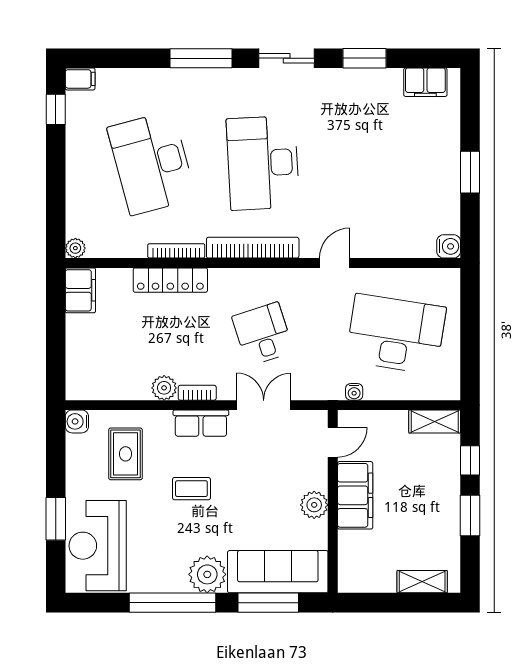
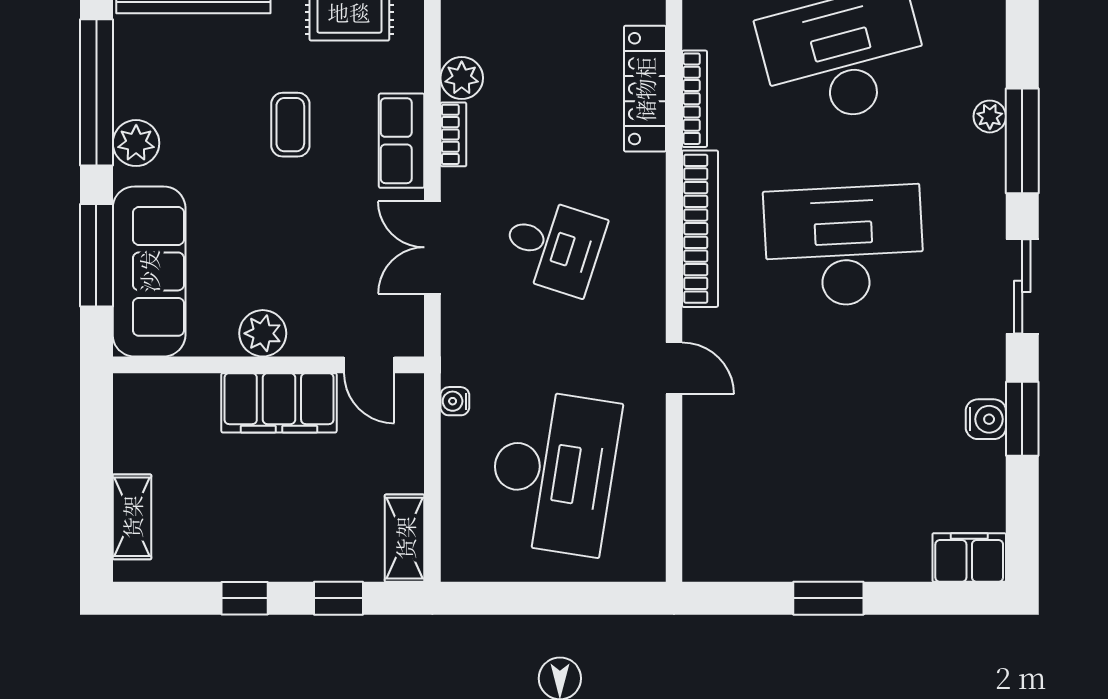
plant: (187, 77) -> (990, 116), added
filing cabinet: (425, 82) -> (969, 557), moved, turned 90
water cooler: (449, 246) -> (986, 419), moved, turned -90
desk: (263, 334) -> (553, 246), turned 36
double door: (264, 405) -> (432, 247), swing flipped
window: (470, 516) -> (245, 598), width x0.67
plant: (207, 574) -> (136, 143), width x0.73, depth x0.73

